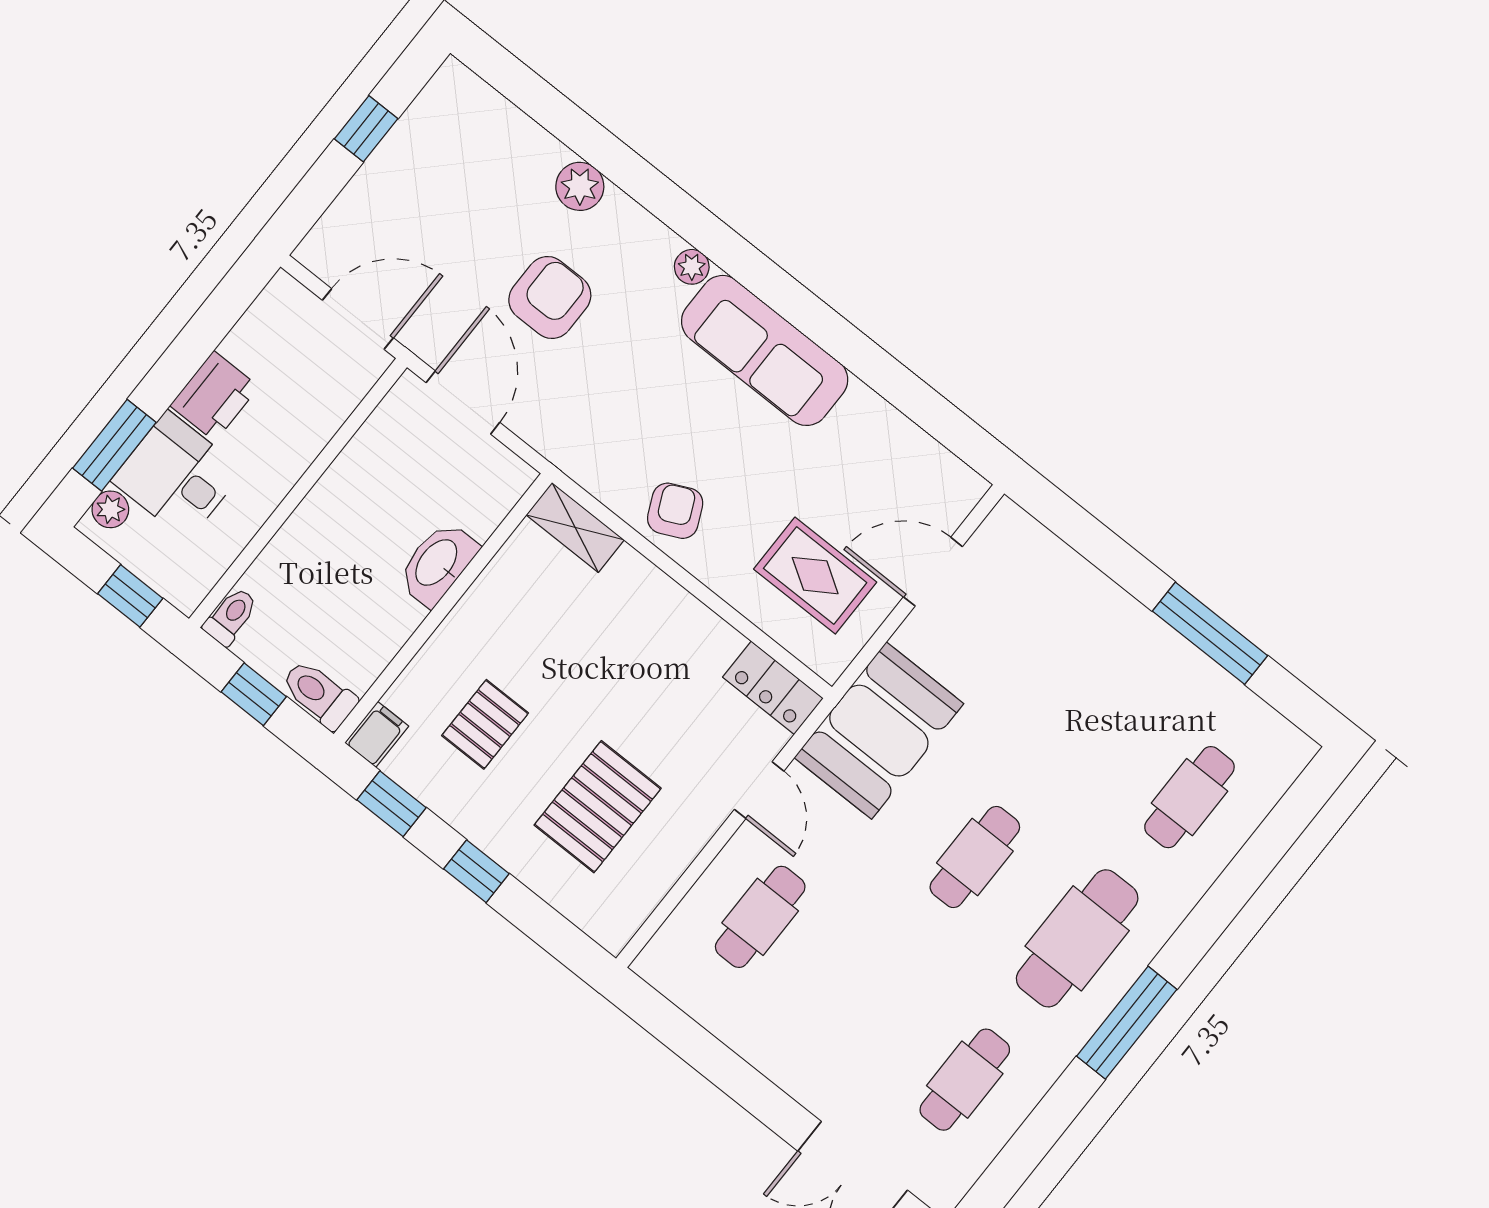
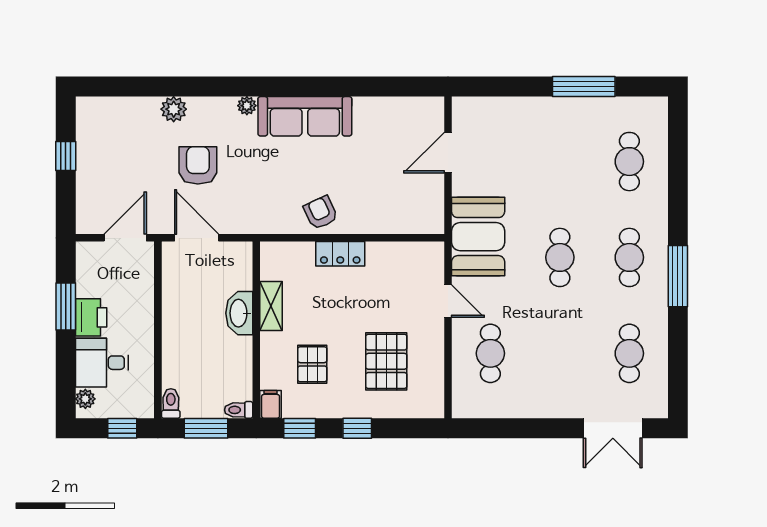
window: (114, 445) -> (66, 307), moved
shelving: (575, 527) -> (271, 306), moved, turned 90
rug: (815, 576) -> (400, 193), removed
locker: (773, 688) -> (340, 254), moved
window: (254, 694) -> (206, 428), width x1.50
toilet: (319, 694) -> (239, 410), width x0.73, depth x0.72
cafe table: (1077, 938) -> (629, 257), width x0.73, depth x0.74

